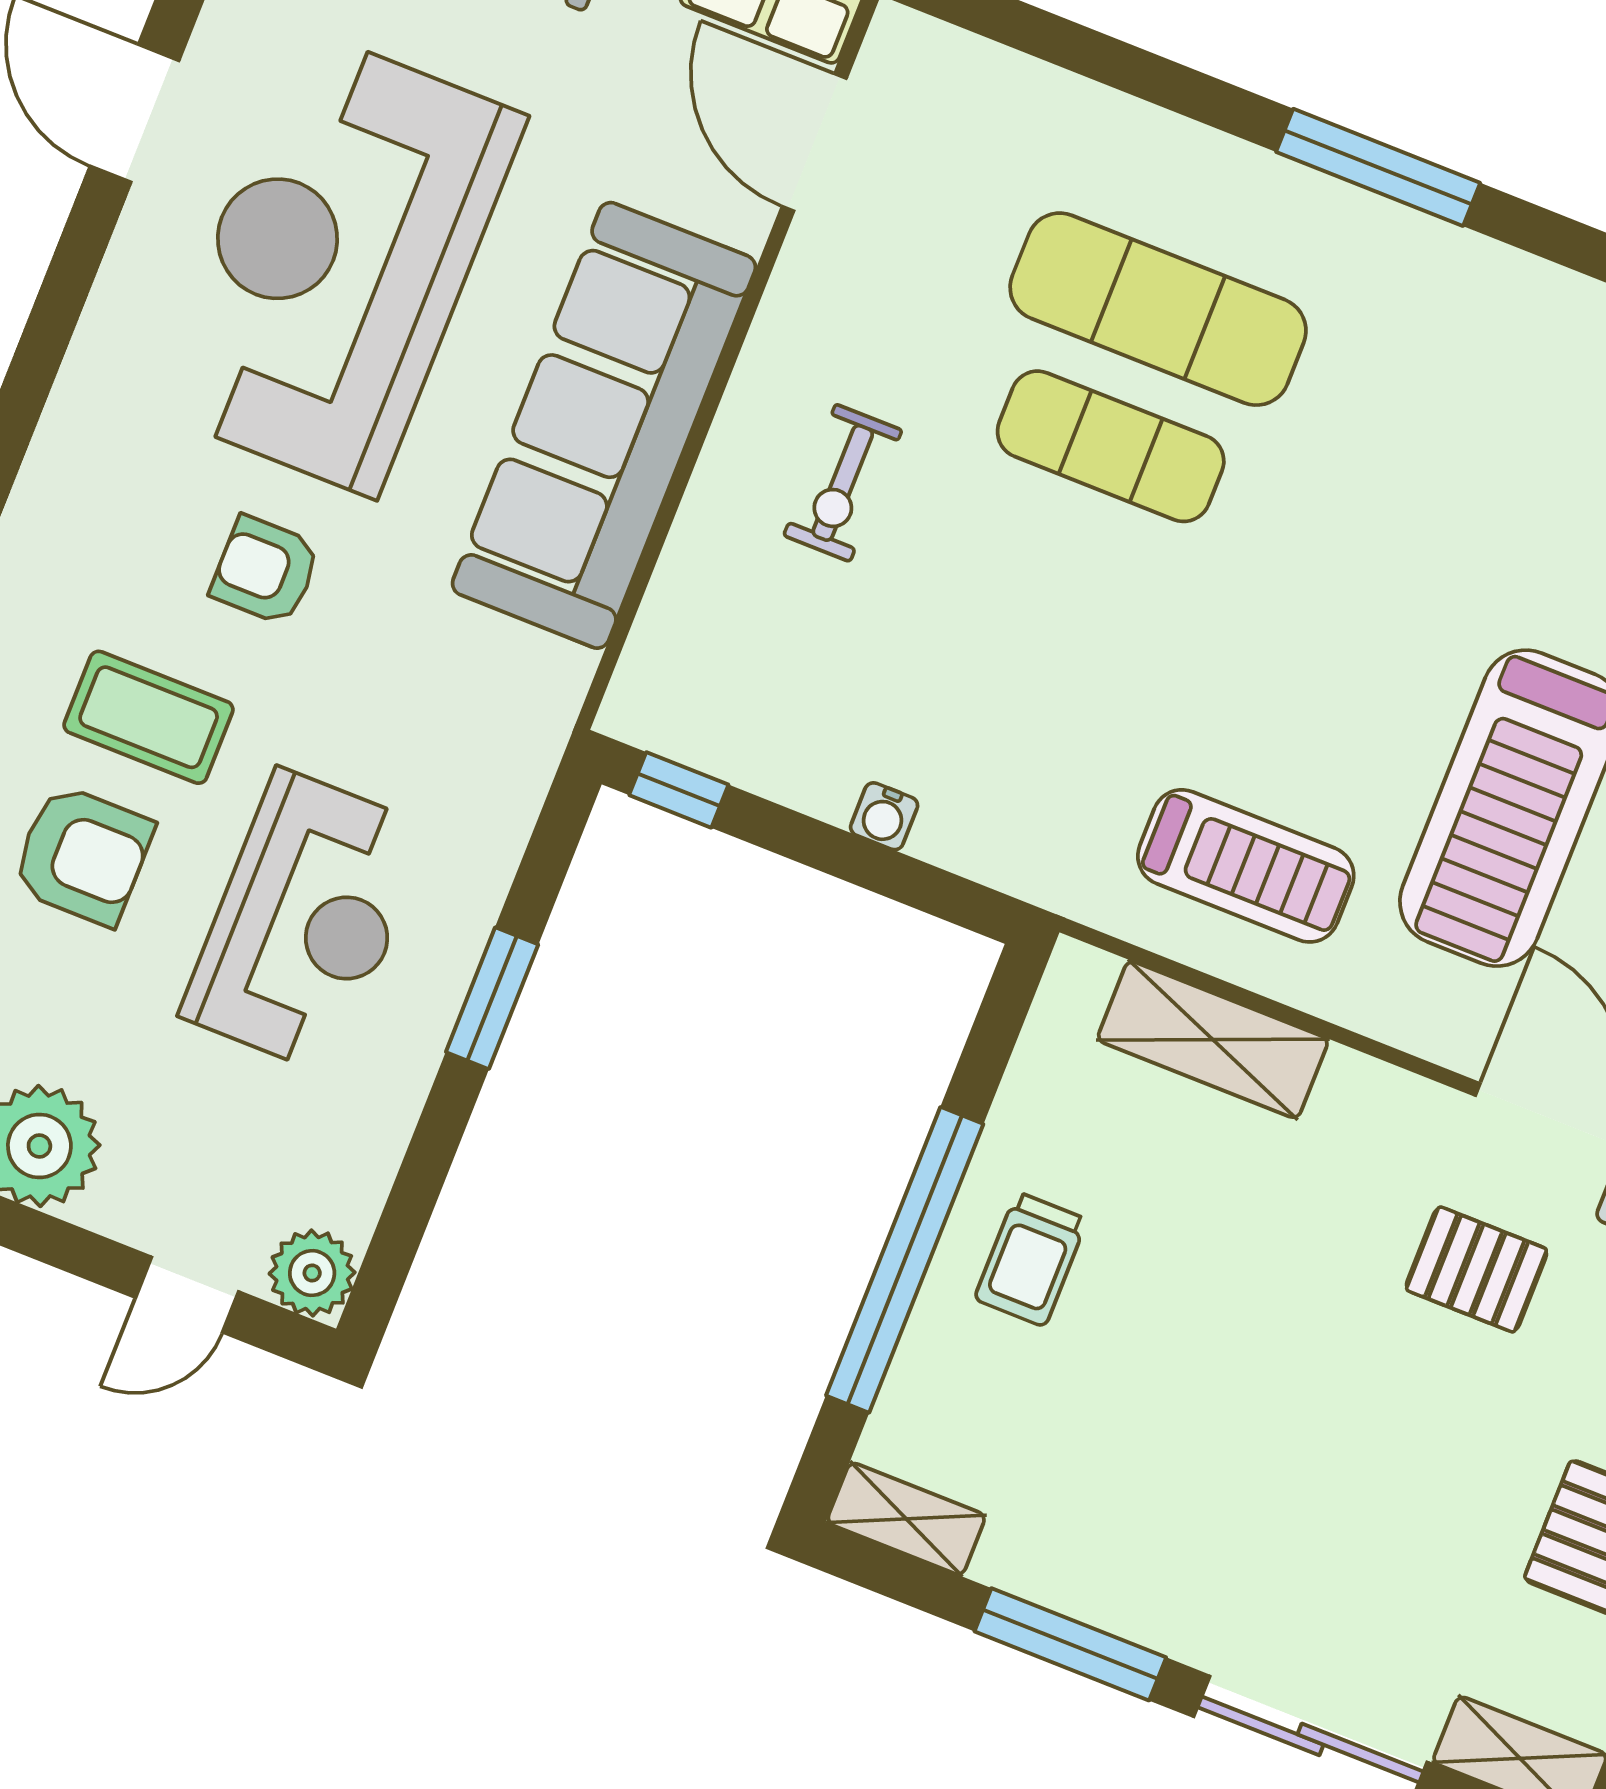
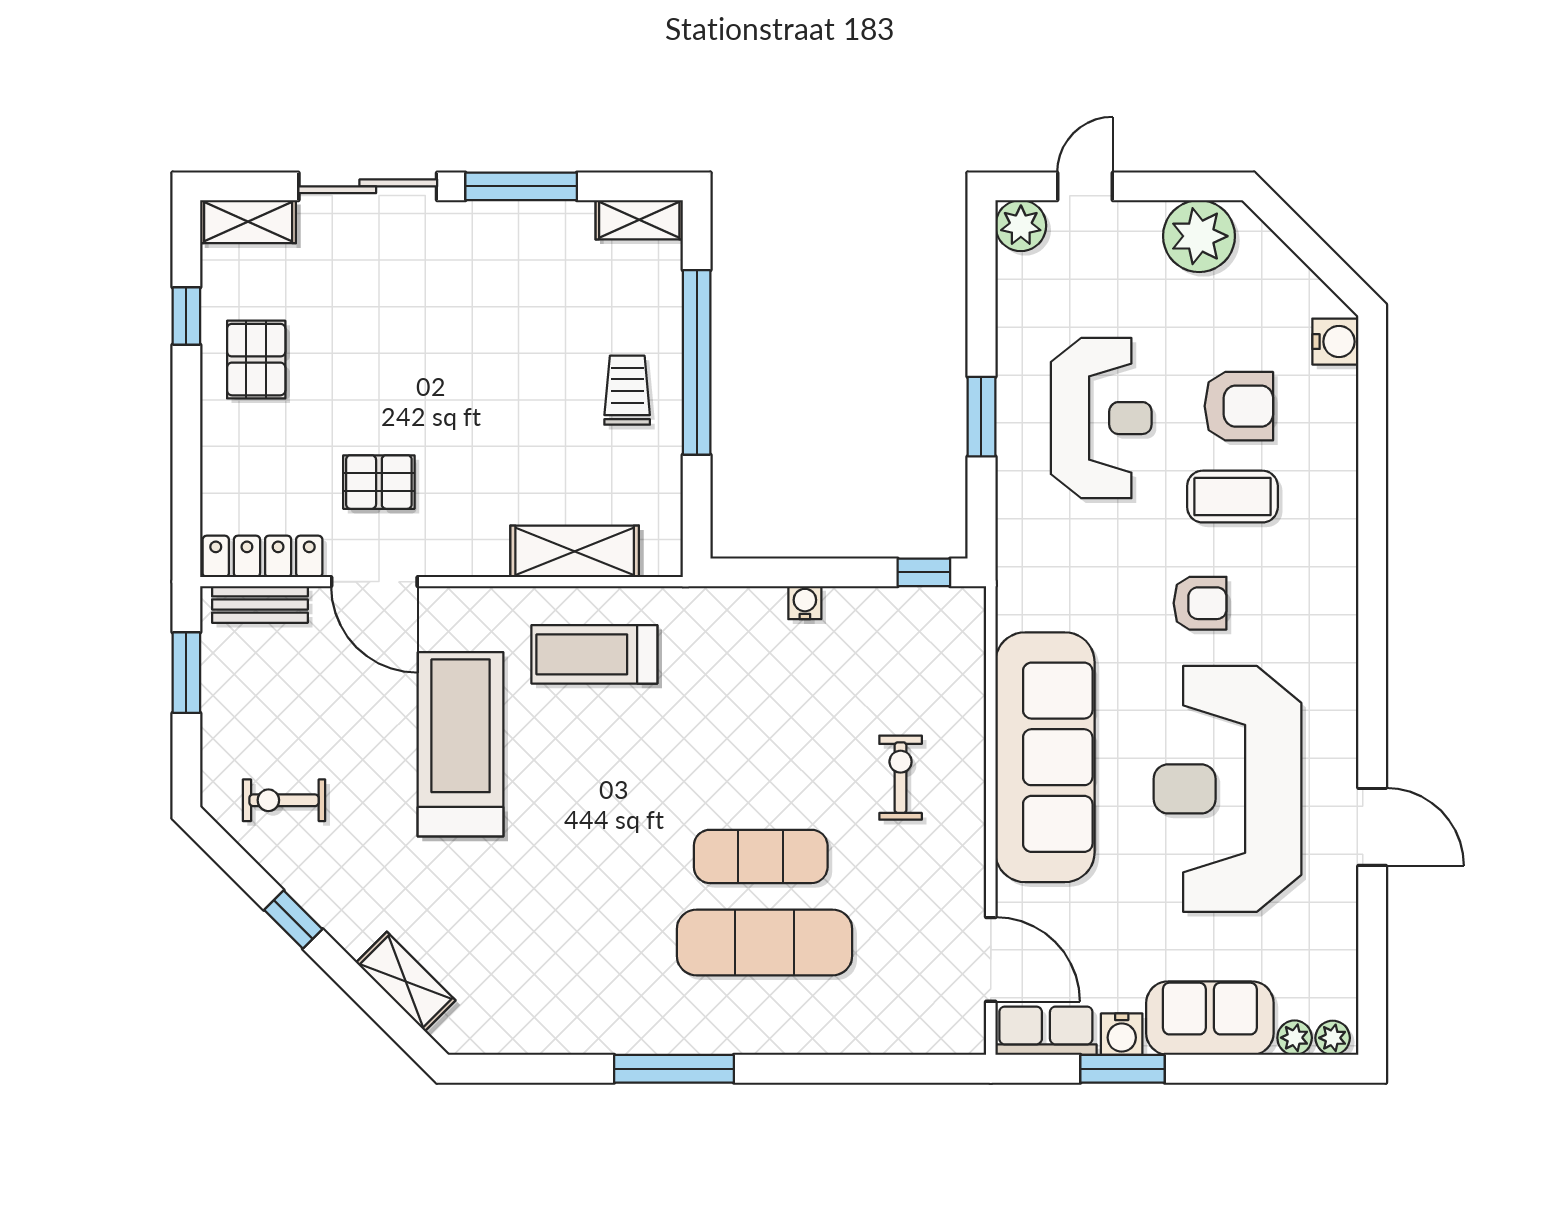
reception desk: (338, 263) -> (1227, 789), turned 180
armchair: (83, 855) -> (1239, 406), turned 180
reception desk: (305, 922) -> (1101, 418), turned 180

